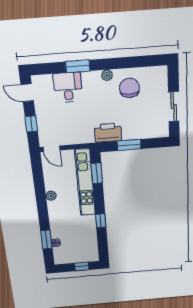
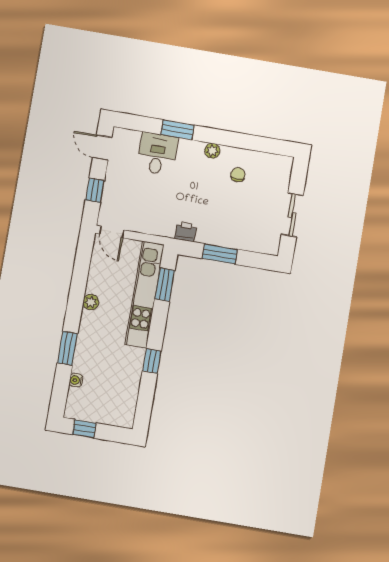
chair: (129, 88) -> (238, 175), width x0.54, depth x0.54
printer: (108, 133) -> (186, 232), width x0.53, depth x0.68
window: (46, 239) -> (67, 348), moved
window: (82, 266) -> (84, 429), moved

